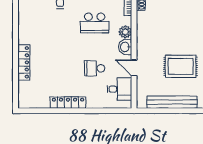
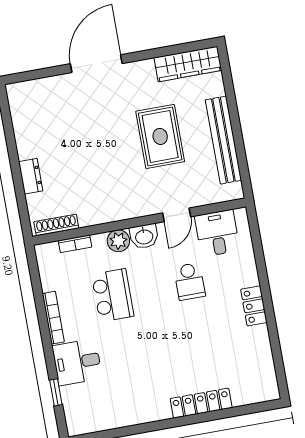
locker: (68, 103) -> (254, 306), width x0.66

